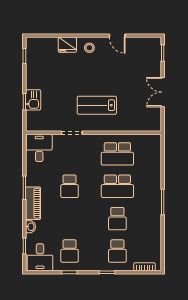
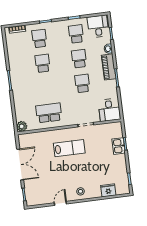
door: (117, 36) -> (60, 203), hinge flipped
fridge: (67, 45) -> (108, 190), moved
double door: (163, 92) -> (20, 165), width x1.37
plant: (154, 141) -> (22, 126), added
school desk: (117, 186) -> (79, 59), moved, width x0.54

